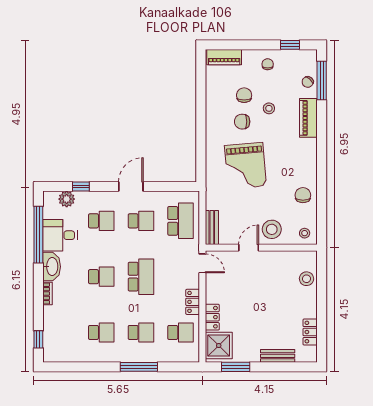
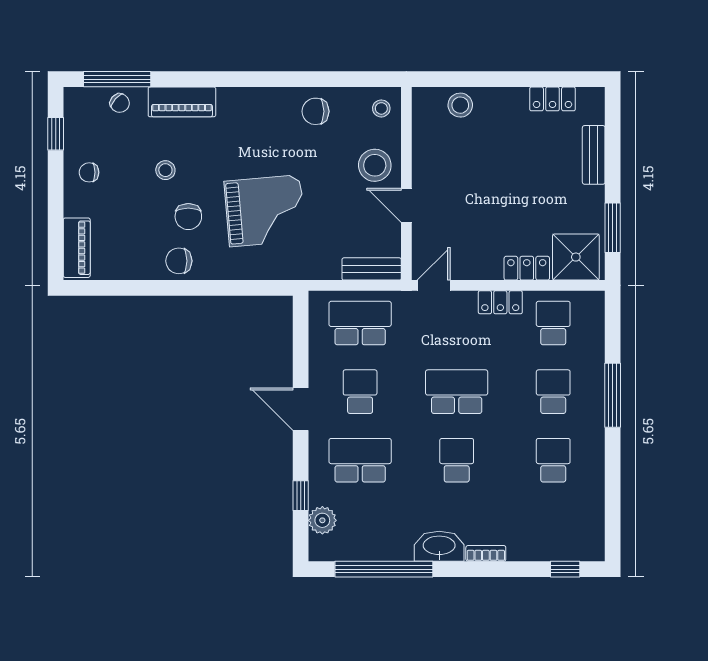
chair: (244, 95) -> (179, 261), moved
school desk: (101, 221) -> (360, 460), width x1.85
desk: (60, 235) -> (385, 532), removed

